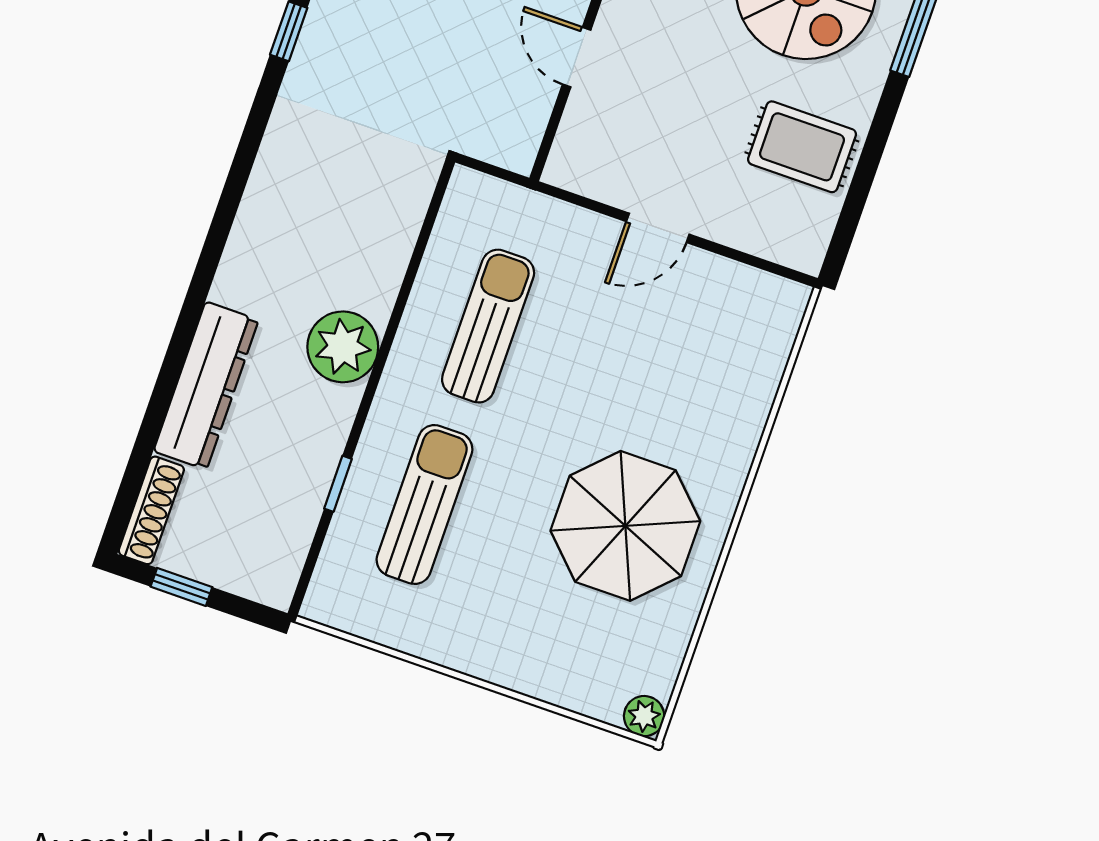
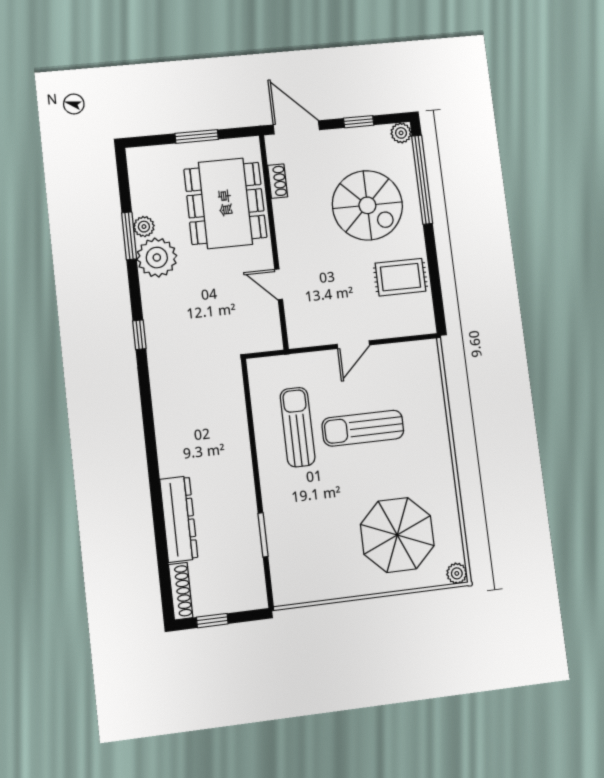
plant: (343, 347) -> (235, 469), removed
window: (338, 484) -> (263, 535), width x1.50
sun lounger: (425, 505) -> (363, 428), moved, turned -90
parasol: (625, 526) -> (397, 535), moved

